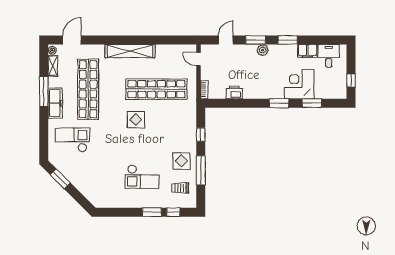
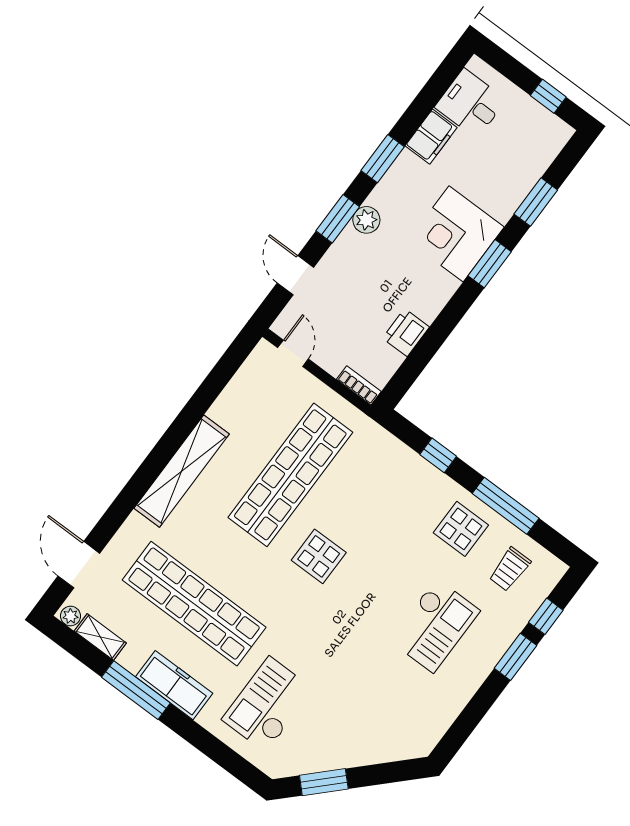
door: (198, 59) -> (293, 353), swing flipped
corner desk: (299, 84) -> (456, 234), moved

